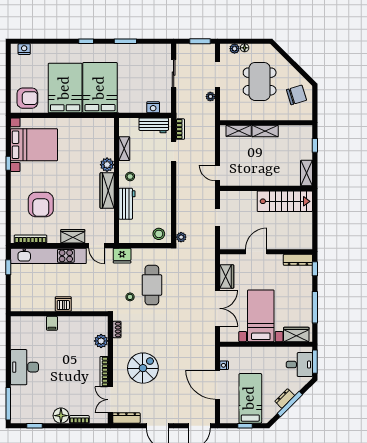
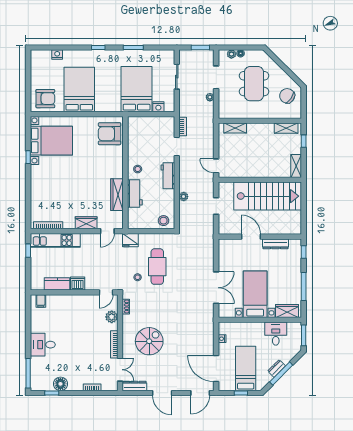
nightstand: (24, 49) -> (57, 55), moved
bed: (100, 88) -> (137, 89), moved
chair: (296, 95) -> (287, 96), turned -128
workbench: (154, 125) -> (168, 176), moved, turned 90
shelving: (265, 131) -> (286, 128), moved
shelving: (124, 149) -> (132, 144), removed
plant: (107, 165) -> (117, 158), removed
wardrobe: (107, 190) -> (117, 195), moved
stairs: (285, 201) -> (268, 196), width x1.36, depth x1.51
armchair: (41, 204) -> (110, 134), moved, turned 90
plant: (181, 237) -> (184, 197), moved
door: (96, 246) -> (107, 231), hinge flipped
door: (256, 252) -> (251, 237), hinge flipped
kitchen unit: (48, 256) -> (55, 240), width x0.73
dresser: (298, 260) -> (276, 244), moved
wardrobe: (227, 277) -> (225, 259), removed
kitchen counter: (40, 304) -> (57, 284), added
door: (95, 314) -> (106, 292), added
filing cabinet: (52, 323) -> (41, 301), moved
desk: (299, 365) -> (276, 334), moved, turned -90
desk: (24, 367) -> (43, 345), width x0.73
door: (217, 385) -> (216, 369), moved
double door: (110, 400) -> (120, 370), swing flipped
floor lamp: (61, 416) -> (60, 384), moved

